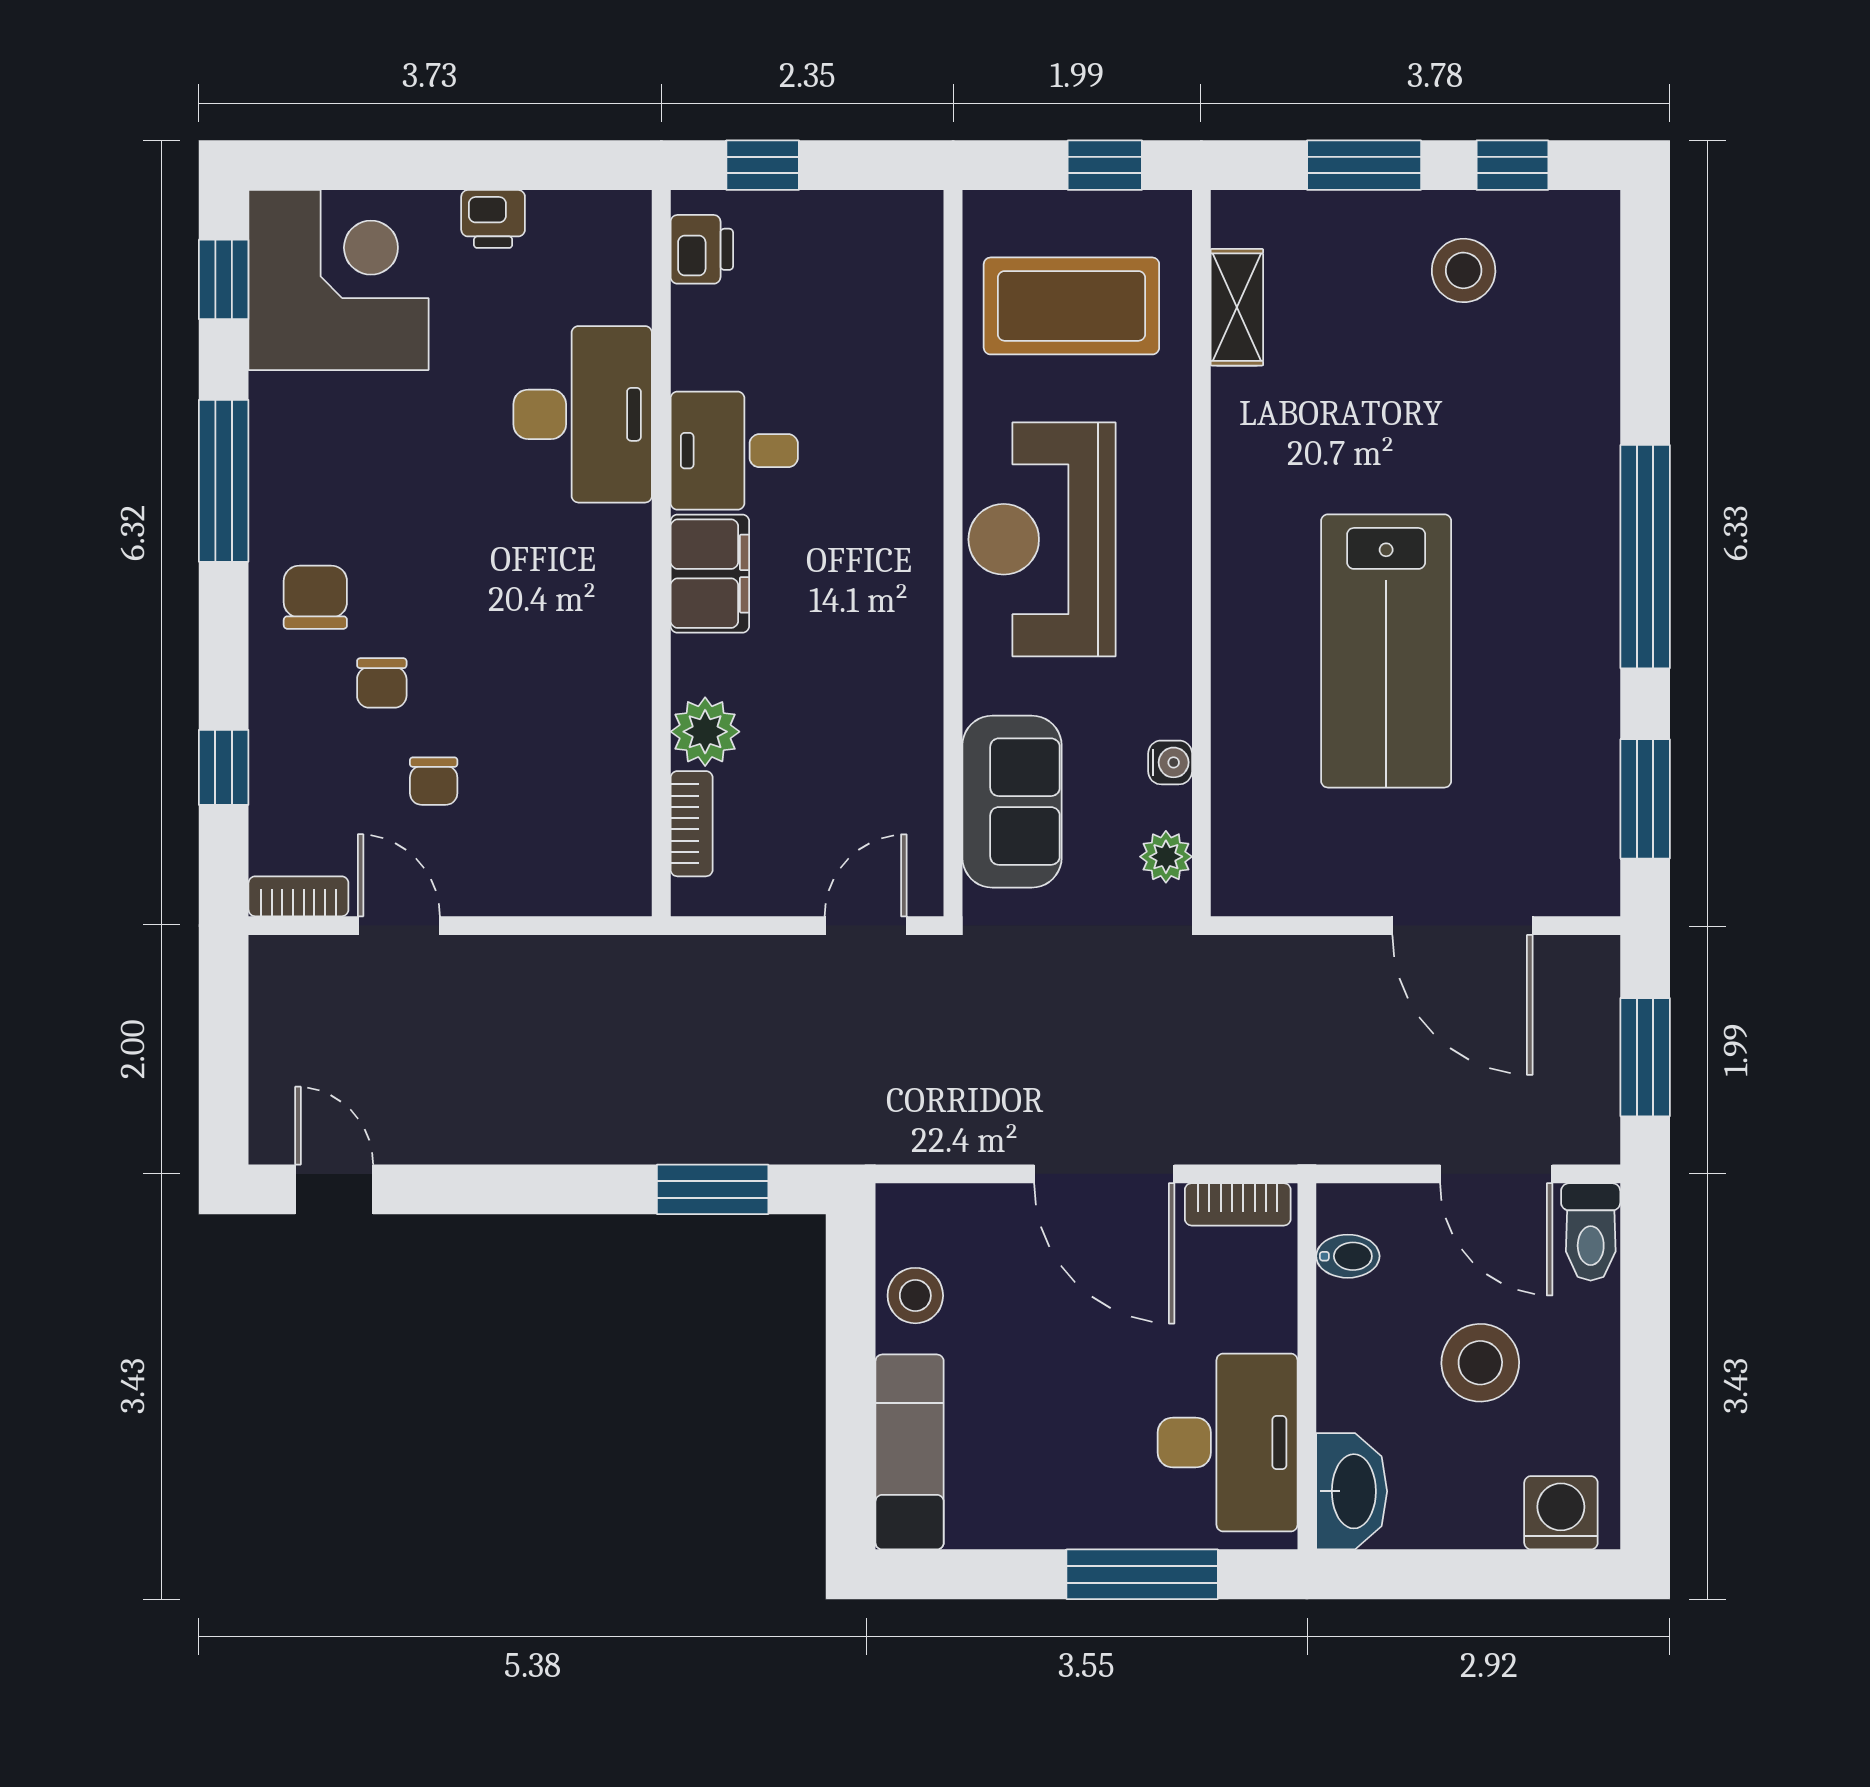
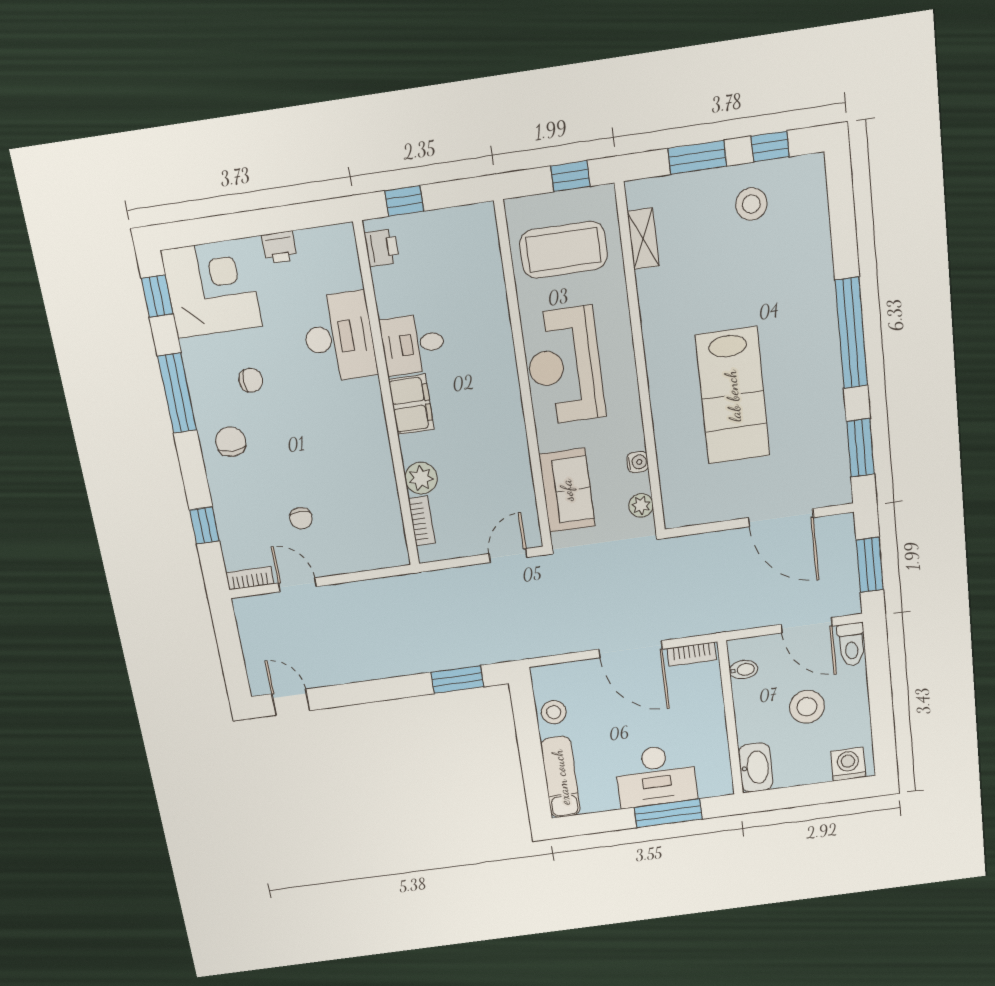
chair: (382, 683) -> (251, 380), moved, turned -90
desk: (1228, 1443) -> (656, 776), moved, turned 90

